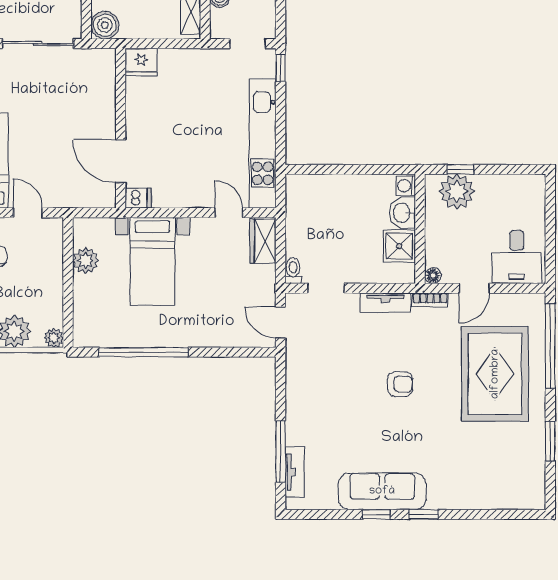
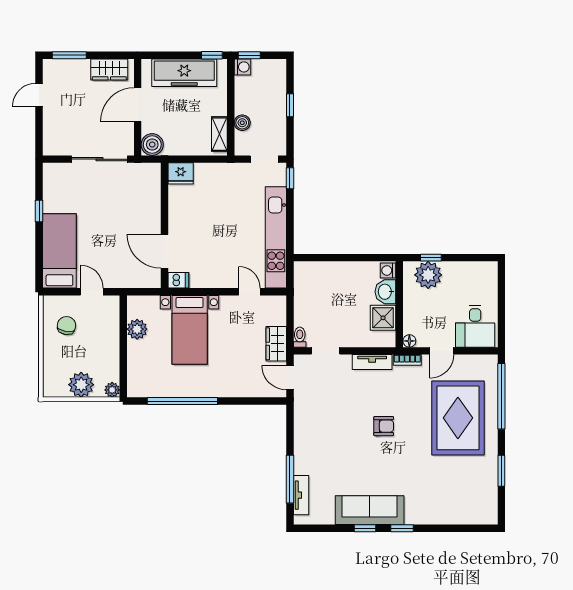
wardrobe: (263, 241) -> (276, 344), moved

